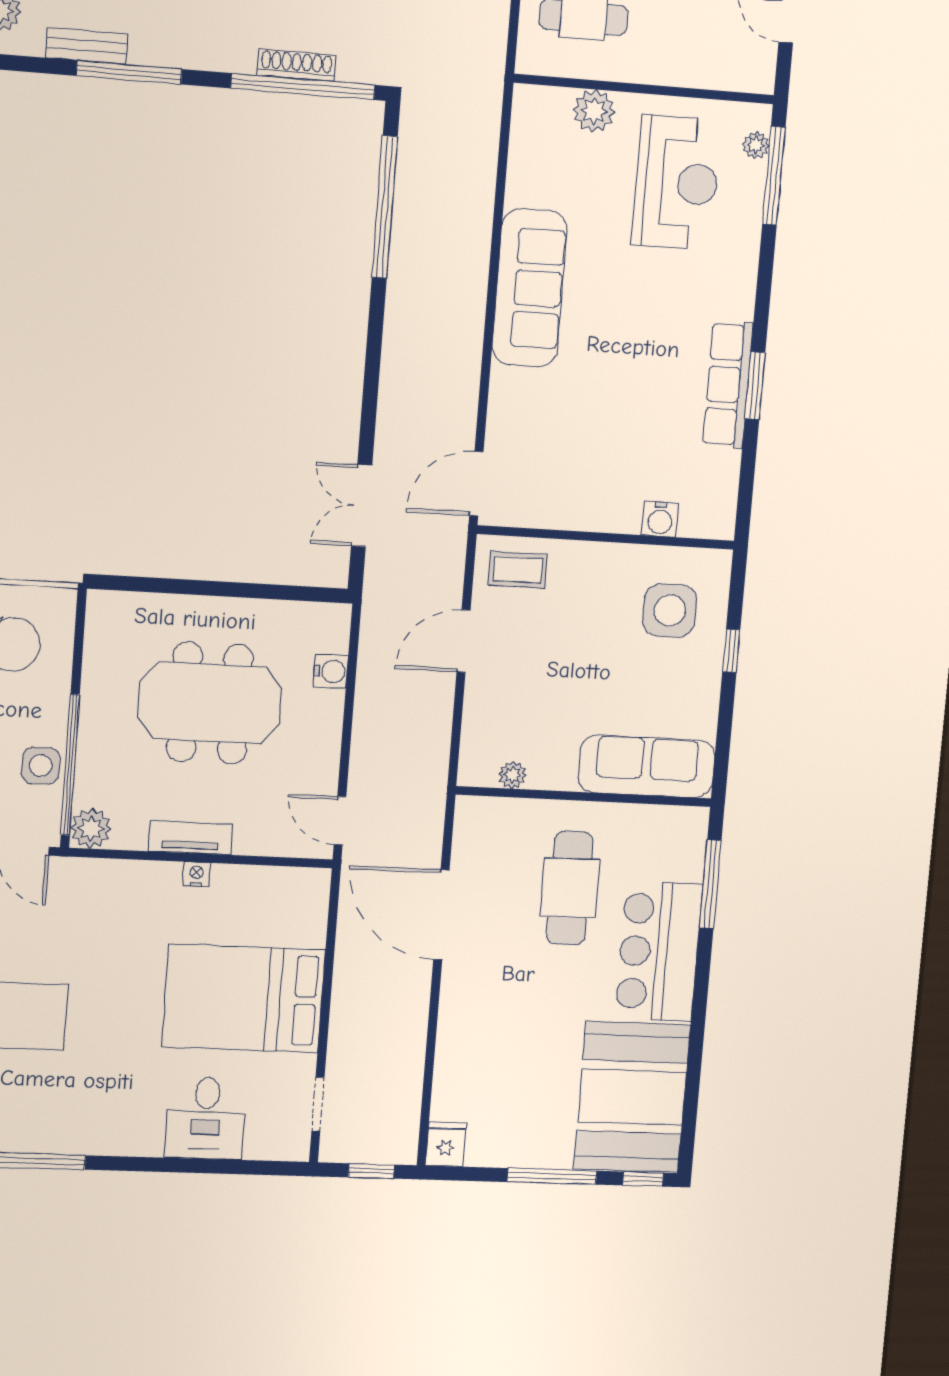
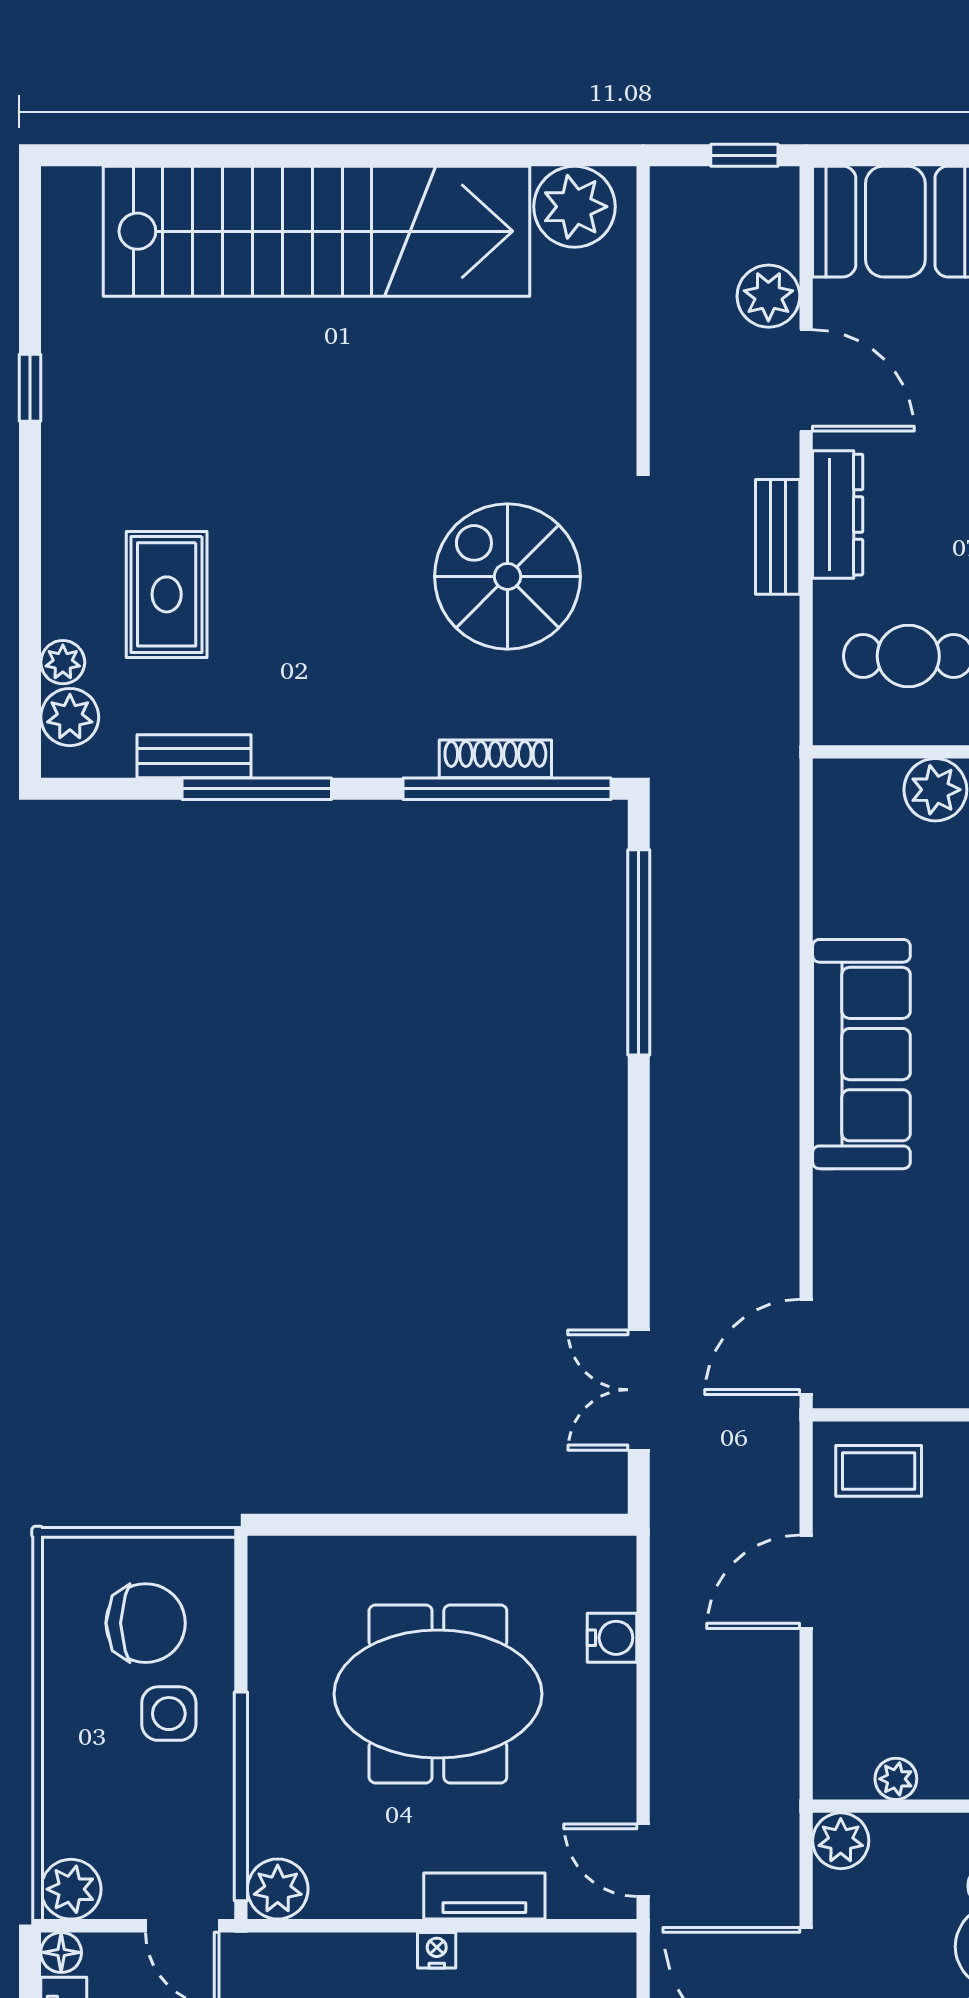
side table: (41, 766) -> (169, 1714), moved
plant: (473, 814) -> (841, 1841), added
tv unit: (191, 838) -> (484, 1896), moved

